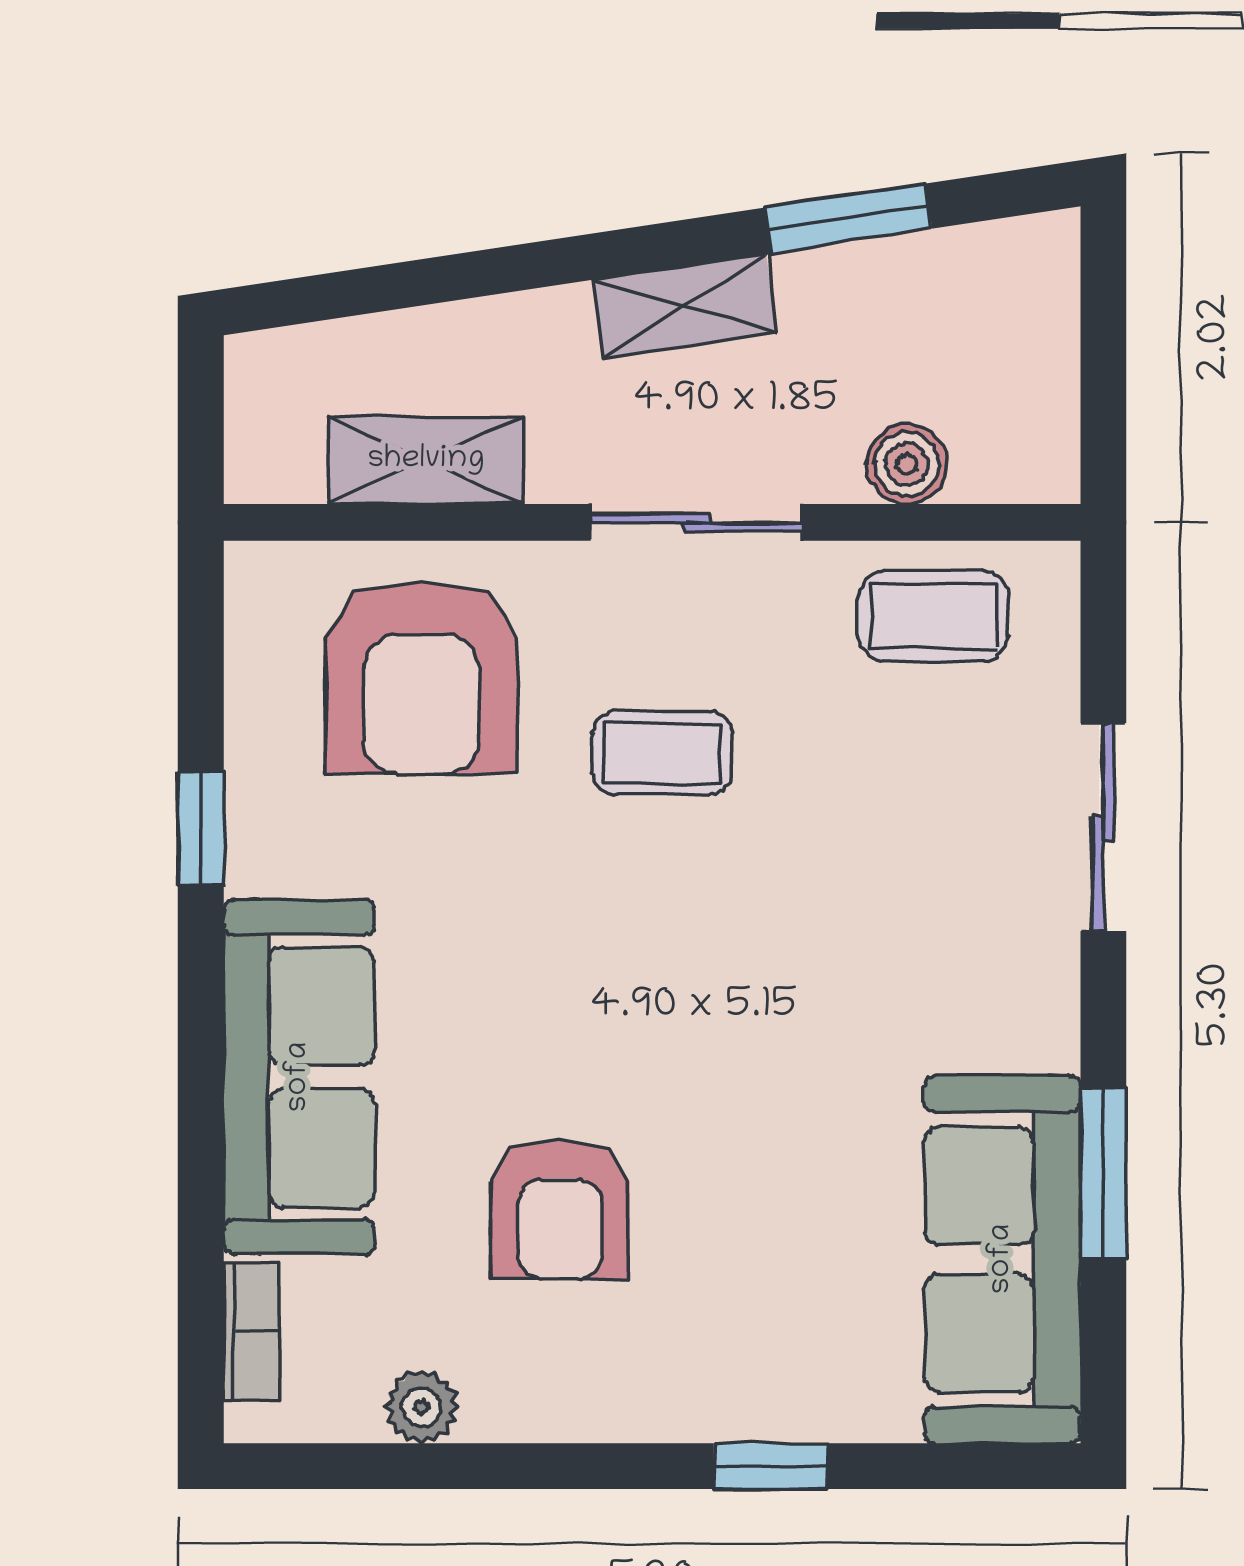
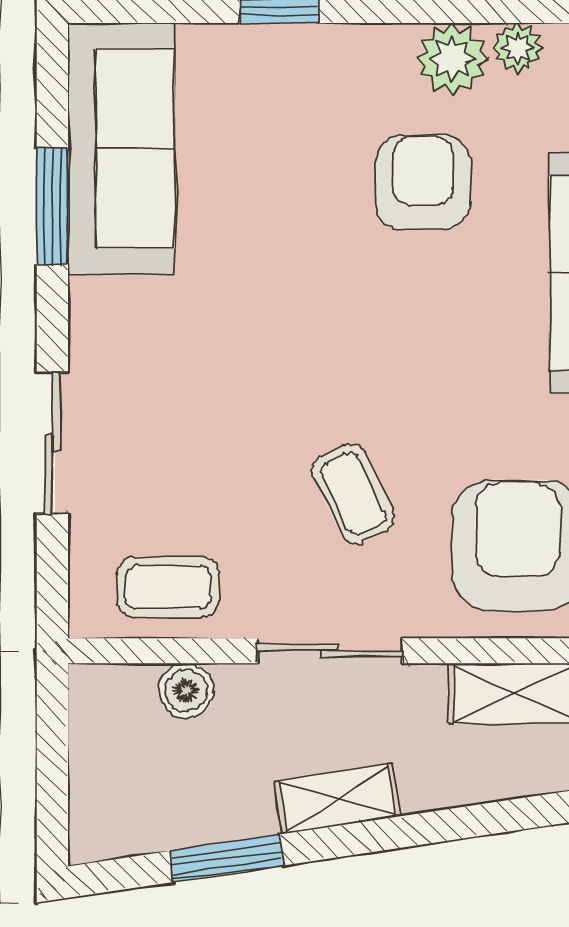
coffee table: (662, 753) -> (353, 494), turned 64
plant: (518, 1391) -> (452, 59), added

